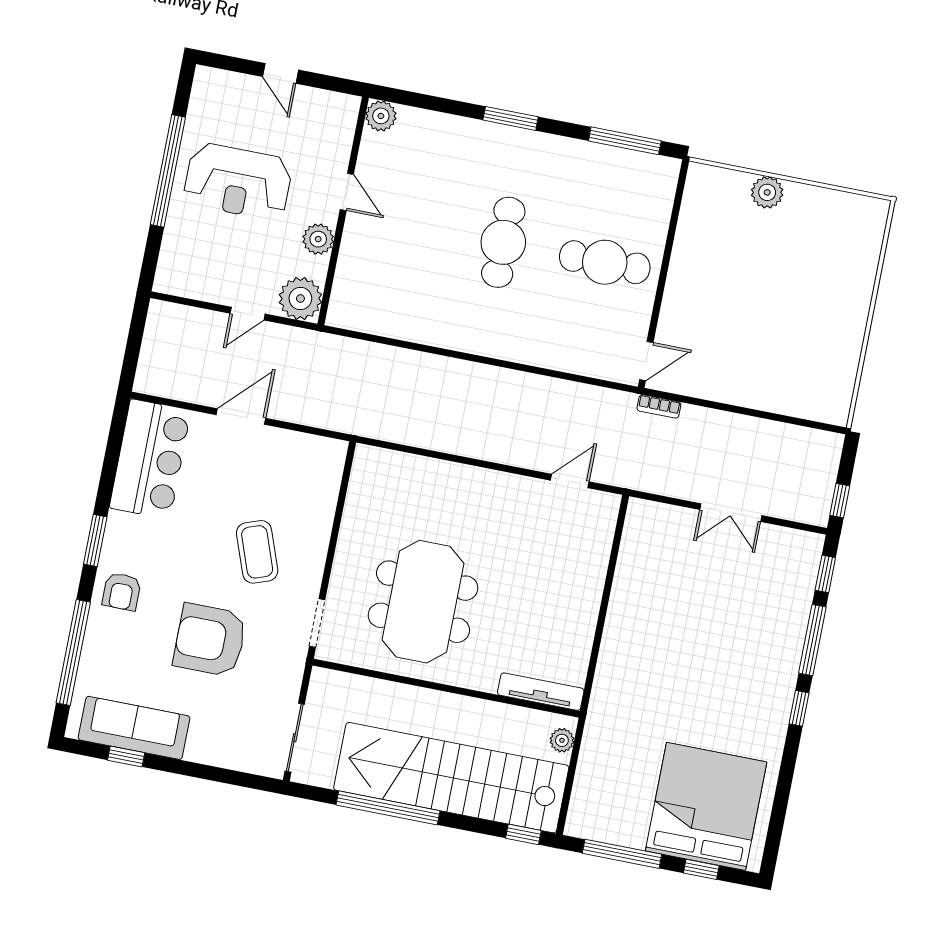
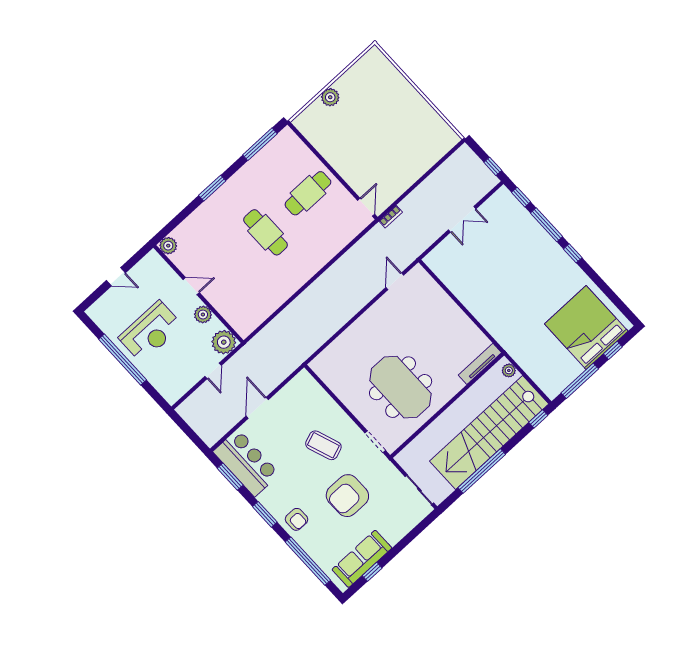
window: (113, 451) -> (230, 477), added

